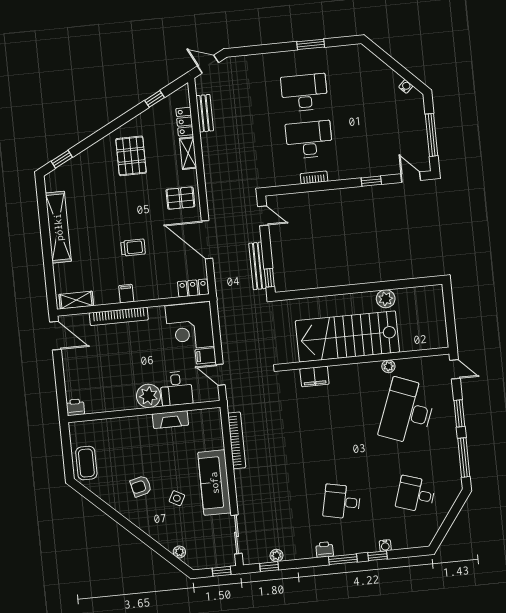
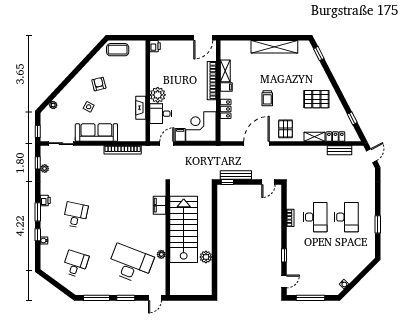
trolley: (133, 248) -> (267, 98), moved
locker: (193, 288) -> (226, 109), moved
shelving: (76, 300) -> (225, 71), moved

